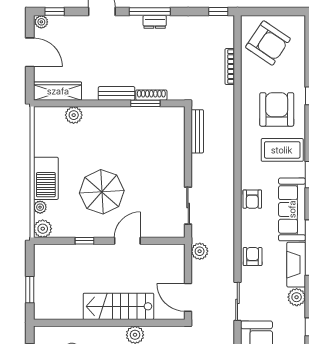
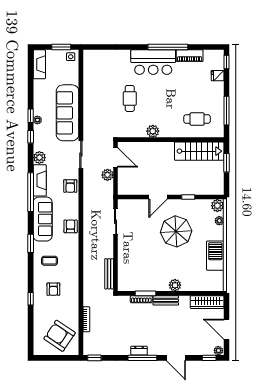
armchair: (277, 109) -> (53, 289), width x0.53, depth x0.53
plant: (74, 115) -> (175, 285), moved
coffee table: (282, 150) -> (50, 261), width x0.54, depth x0.58
barbecue: (46, 178) -> (215, 256), moved
plant: (200, 251) -> (107, 175), moved
stairs: (118, 306) -> (199, 151), moved

